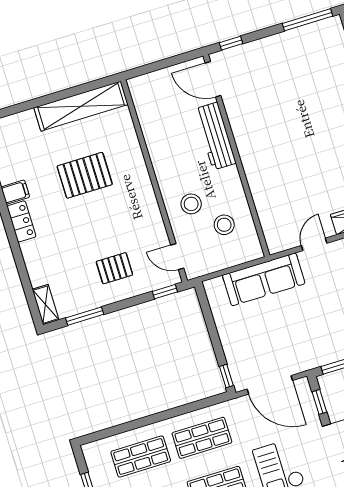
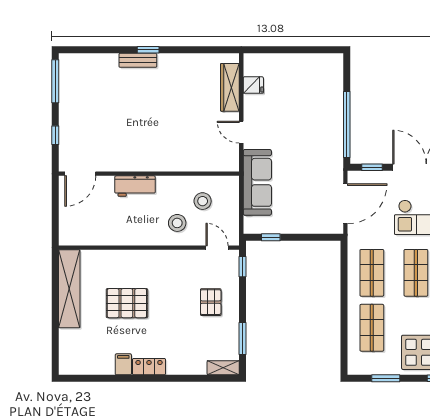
window: (231, 43) -> (55, 135), moved
workbench: (215, 136) -> (135, 186), width x0.73
pallet: (85, 175) -> (127, 303), turned 90
door: (177, 257) -> (217, 248), swing flipped
window: (226, 376) -> (271, 237), moved

